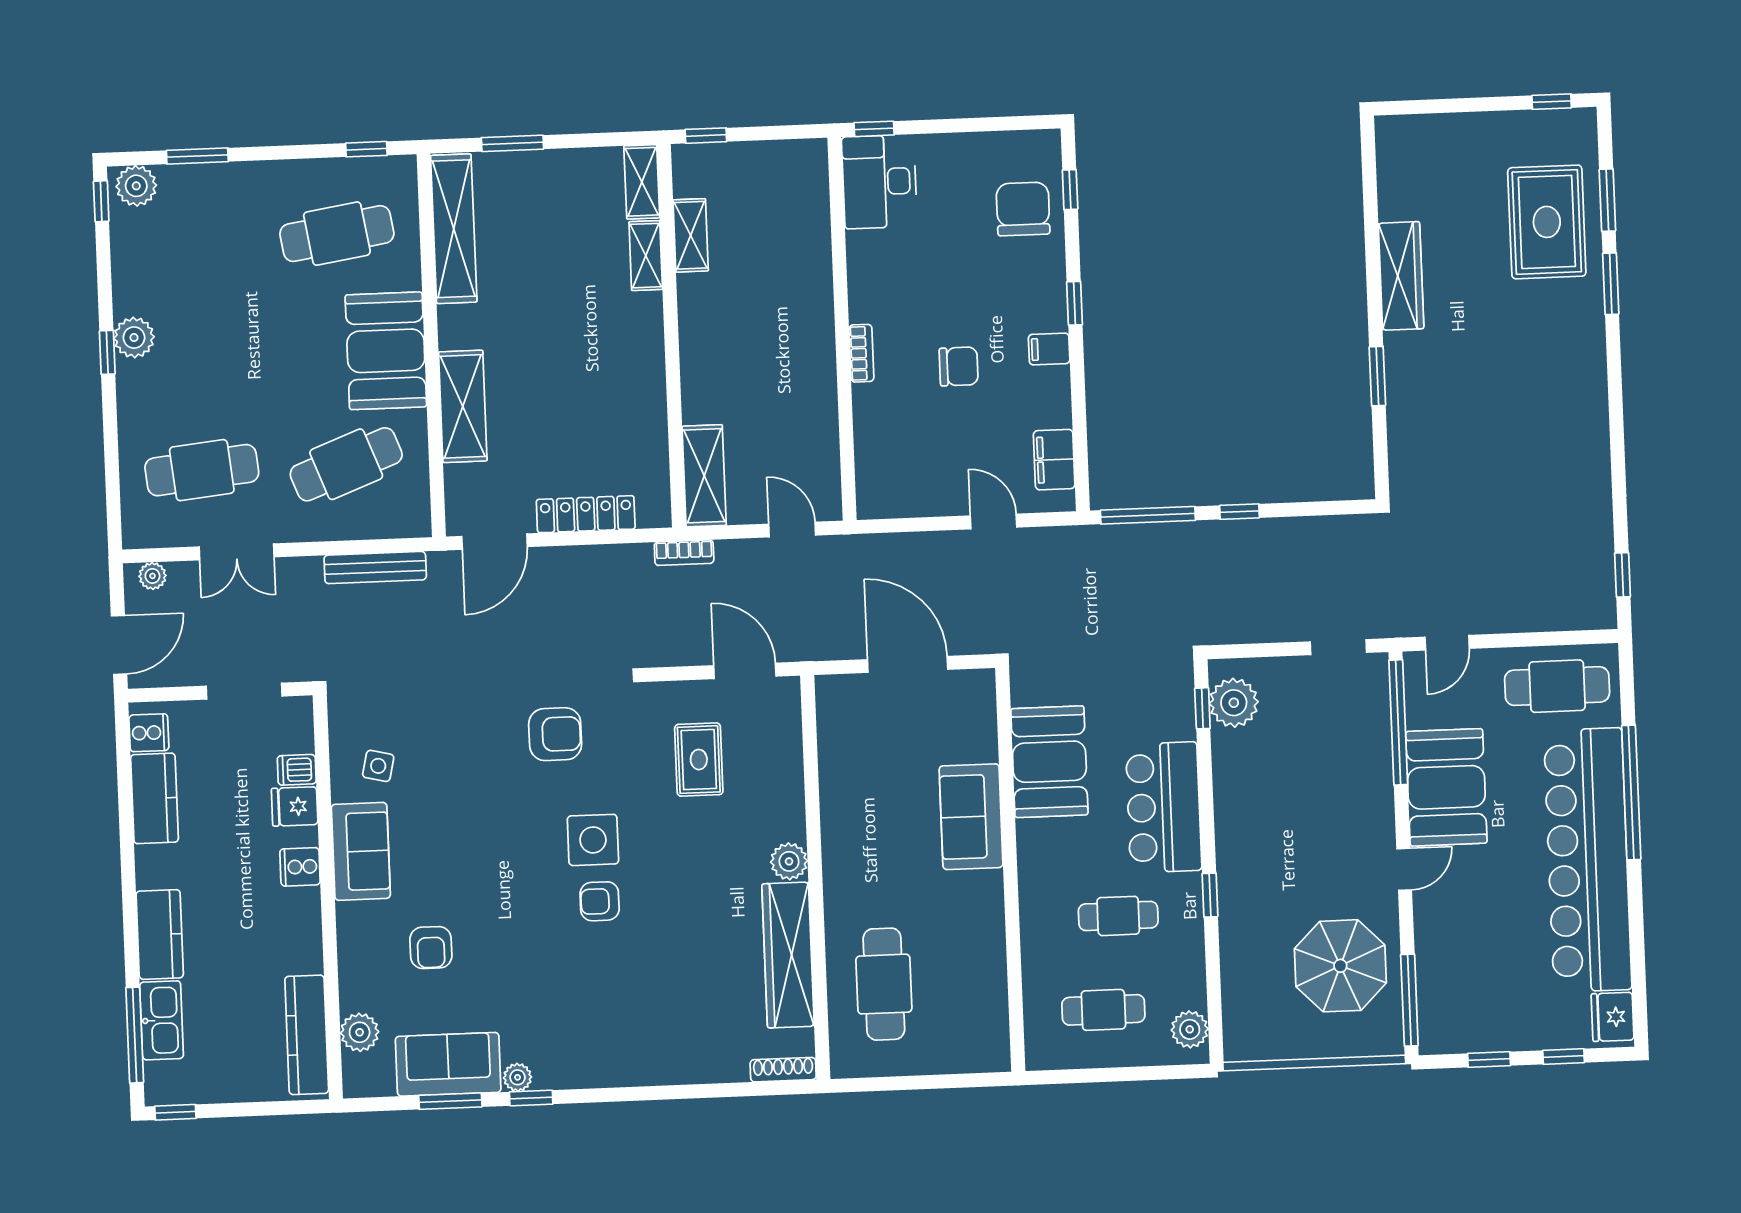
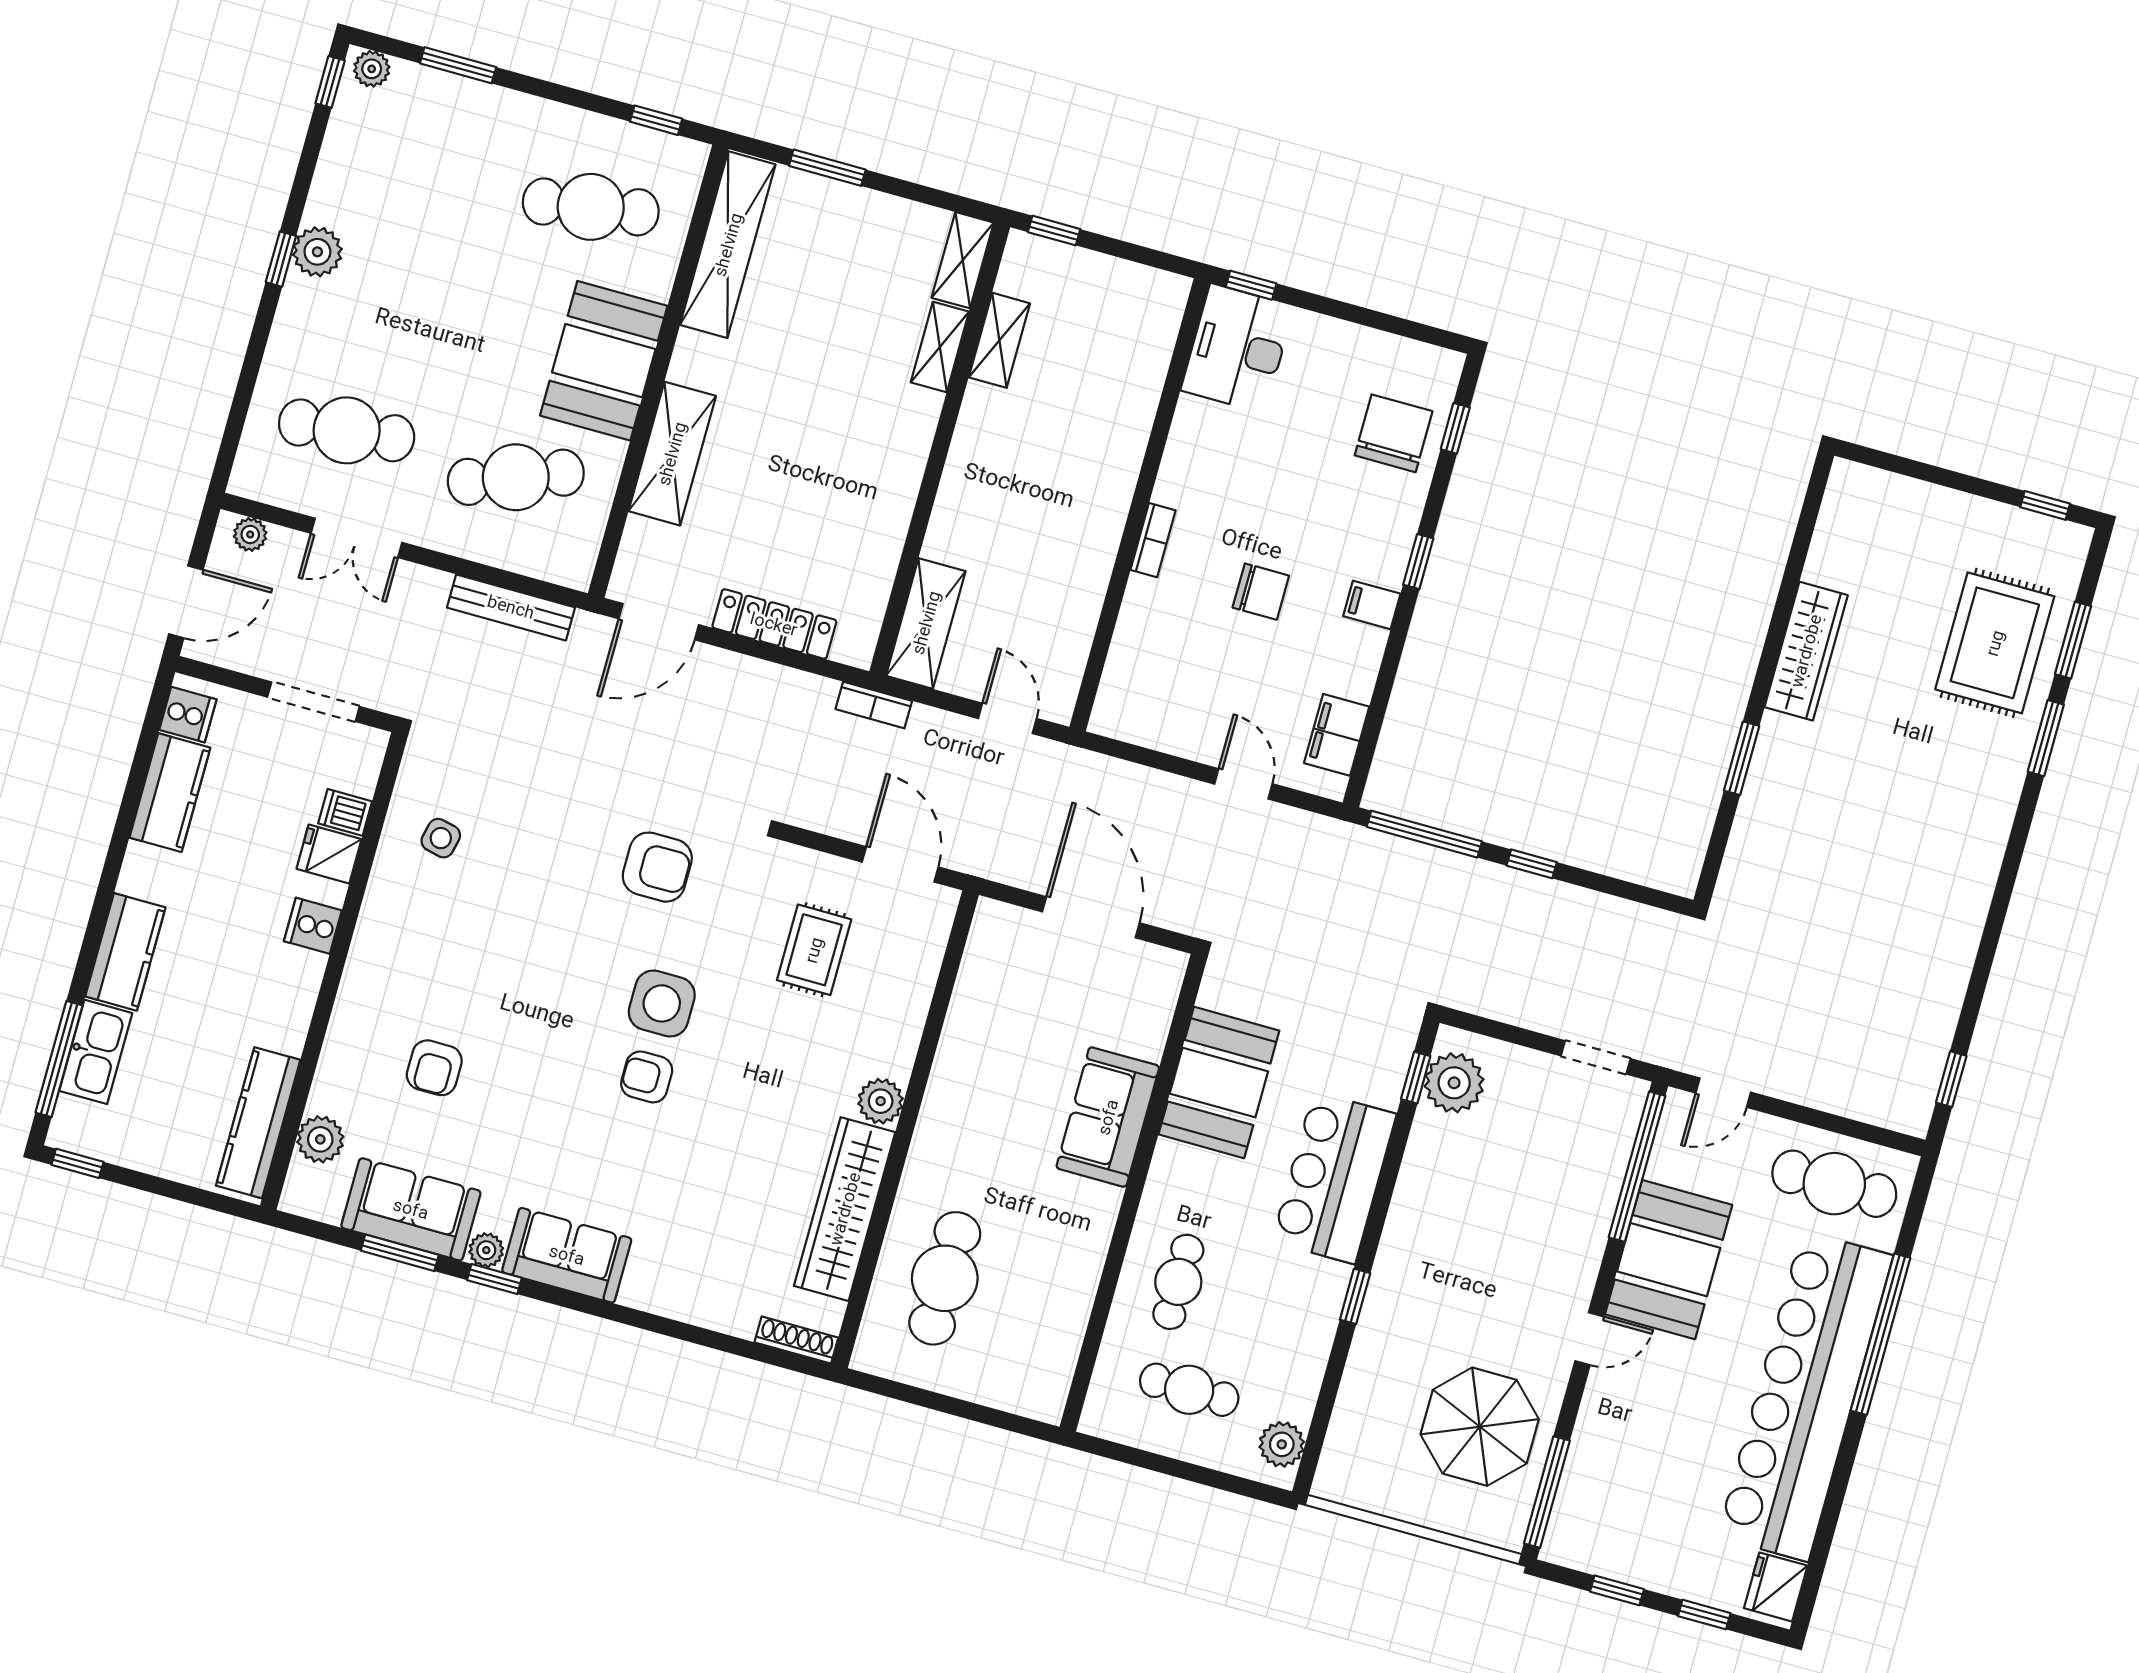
plant: (136, 186) -> (372, 69), width x0.73, depth x0.73
sofa: (361, 851) -> (567, 1255), moved, turned -90
cafe table: (1118, 916) -> (1178, 1282), moved, turned 90

